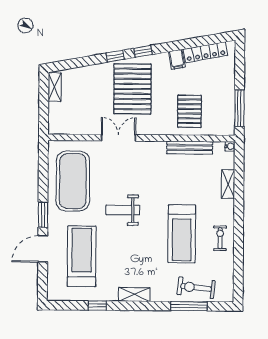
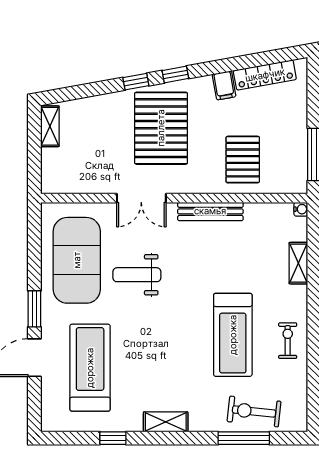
double door: (118, 138) -> (141, 198), swing flipped
bench: (190, 148) -> (210, 211), moved
weight bench: (123, 210) -> (137, 275), moved

